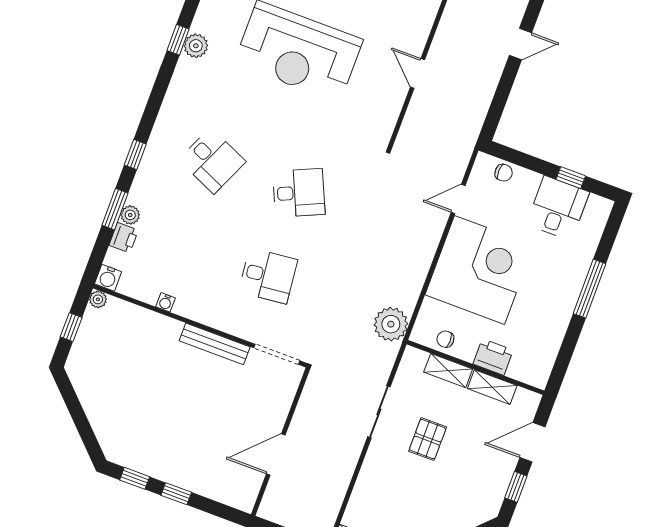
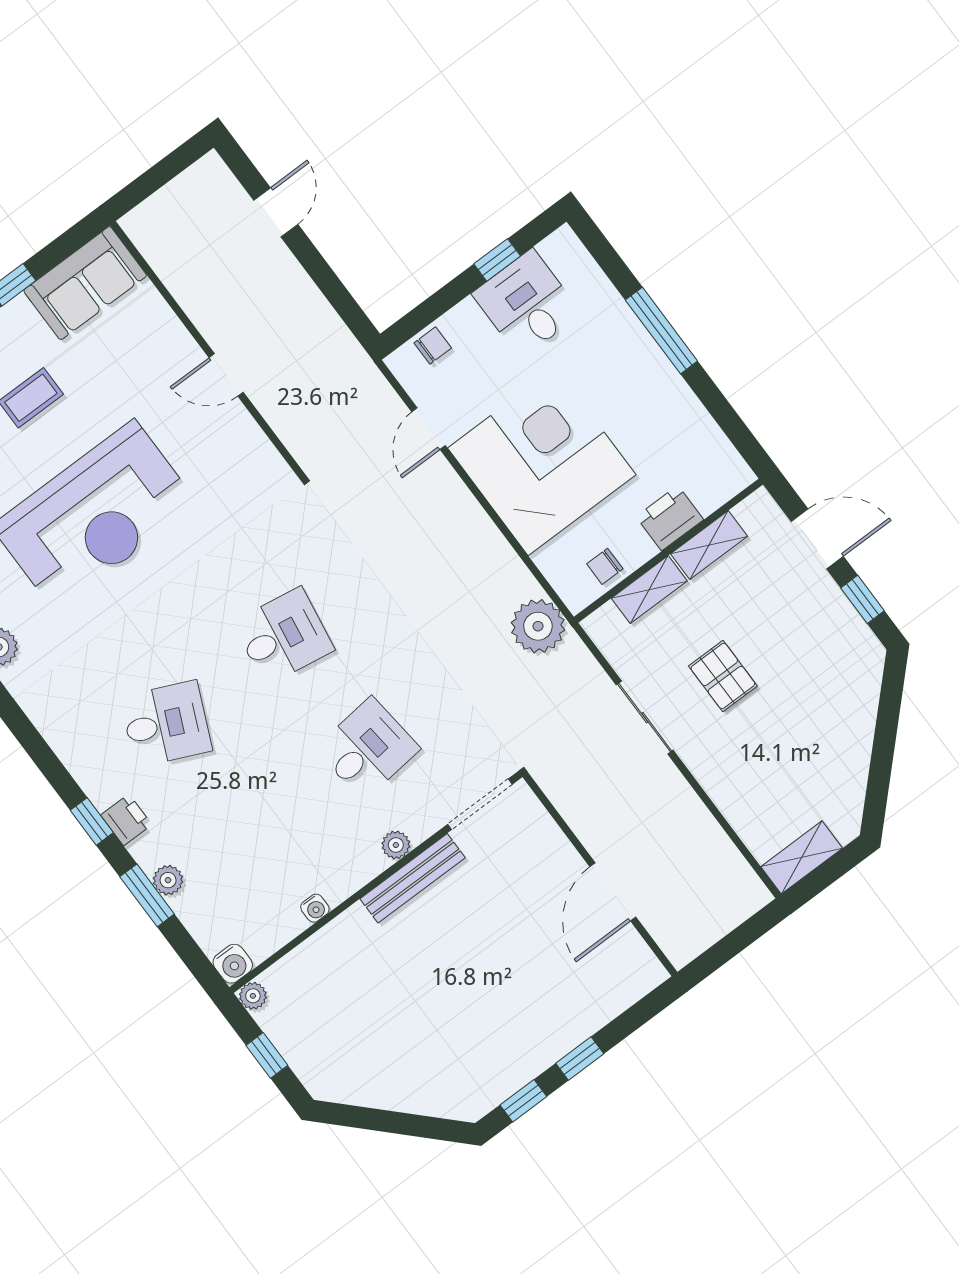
desk: (299, 193) -> (283, 636), turned 33
printer: (124, 238) -> (126, 820), moved
plant: (227, 324) -> (396, 845), added
door: (532, 442) -> (817, 539), swing flipped

